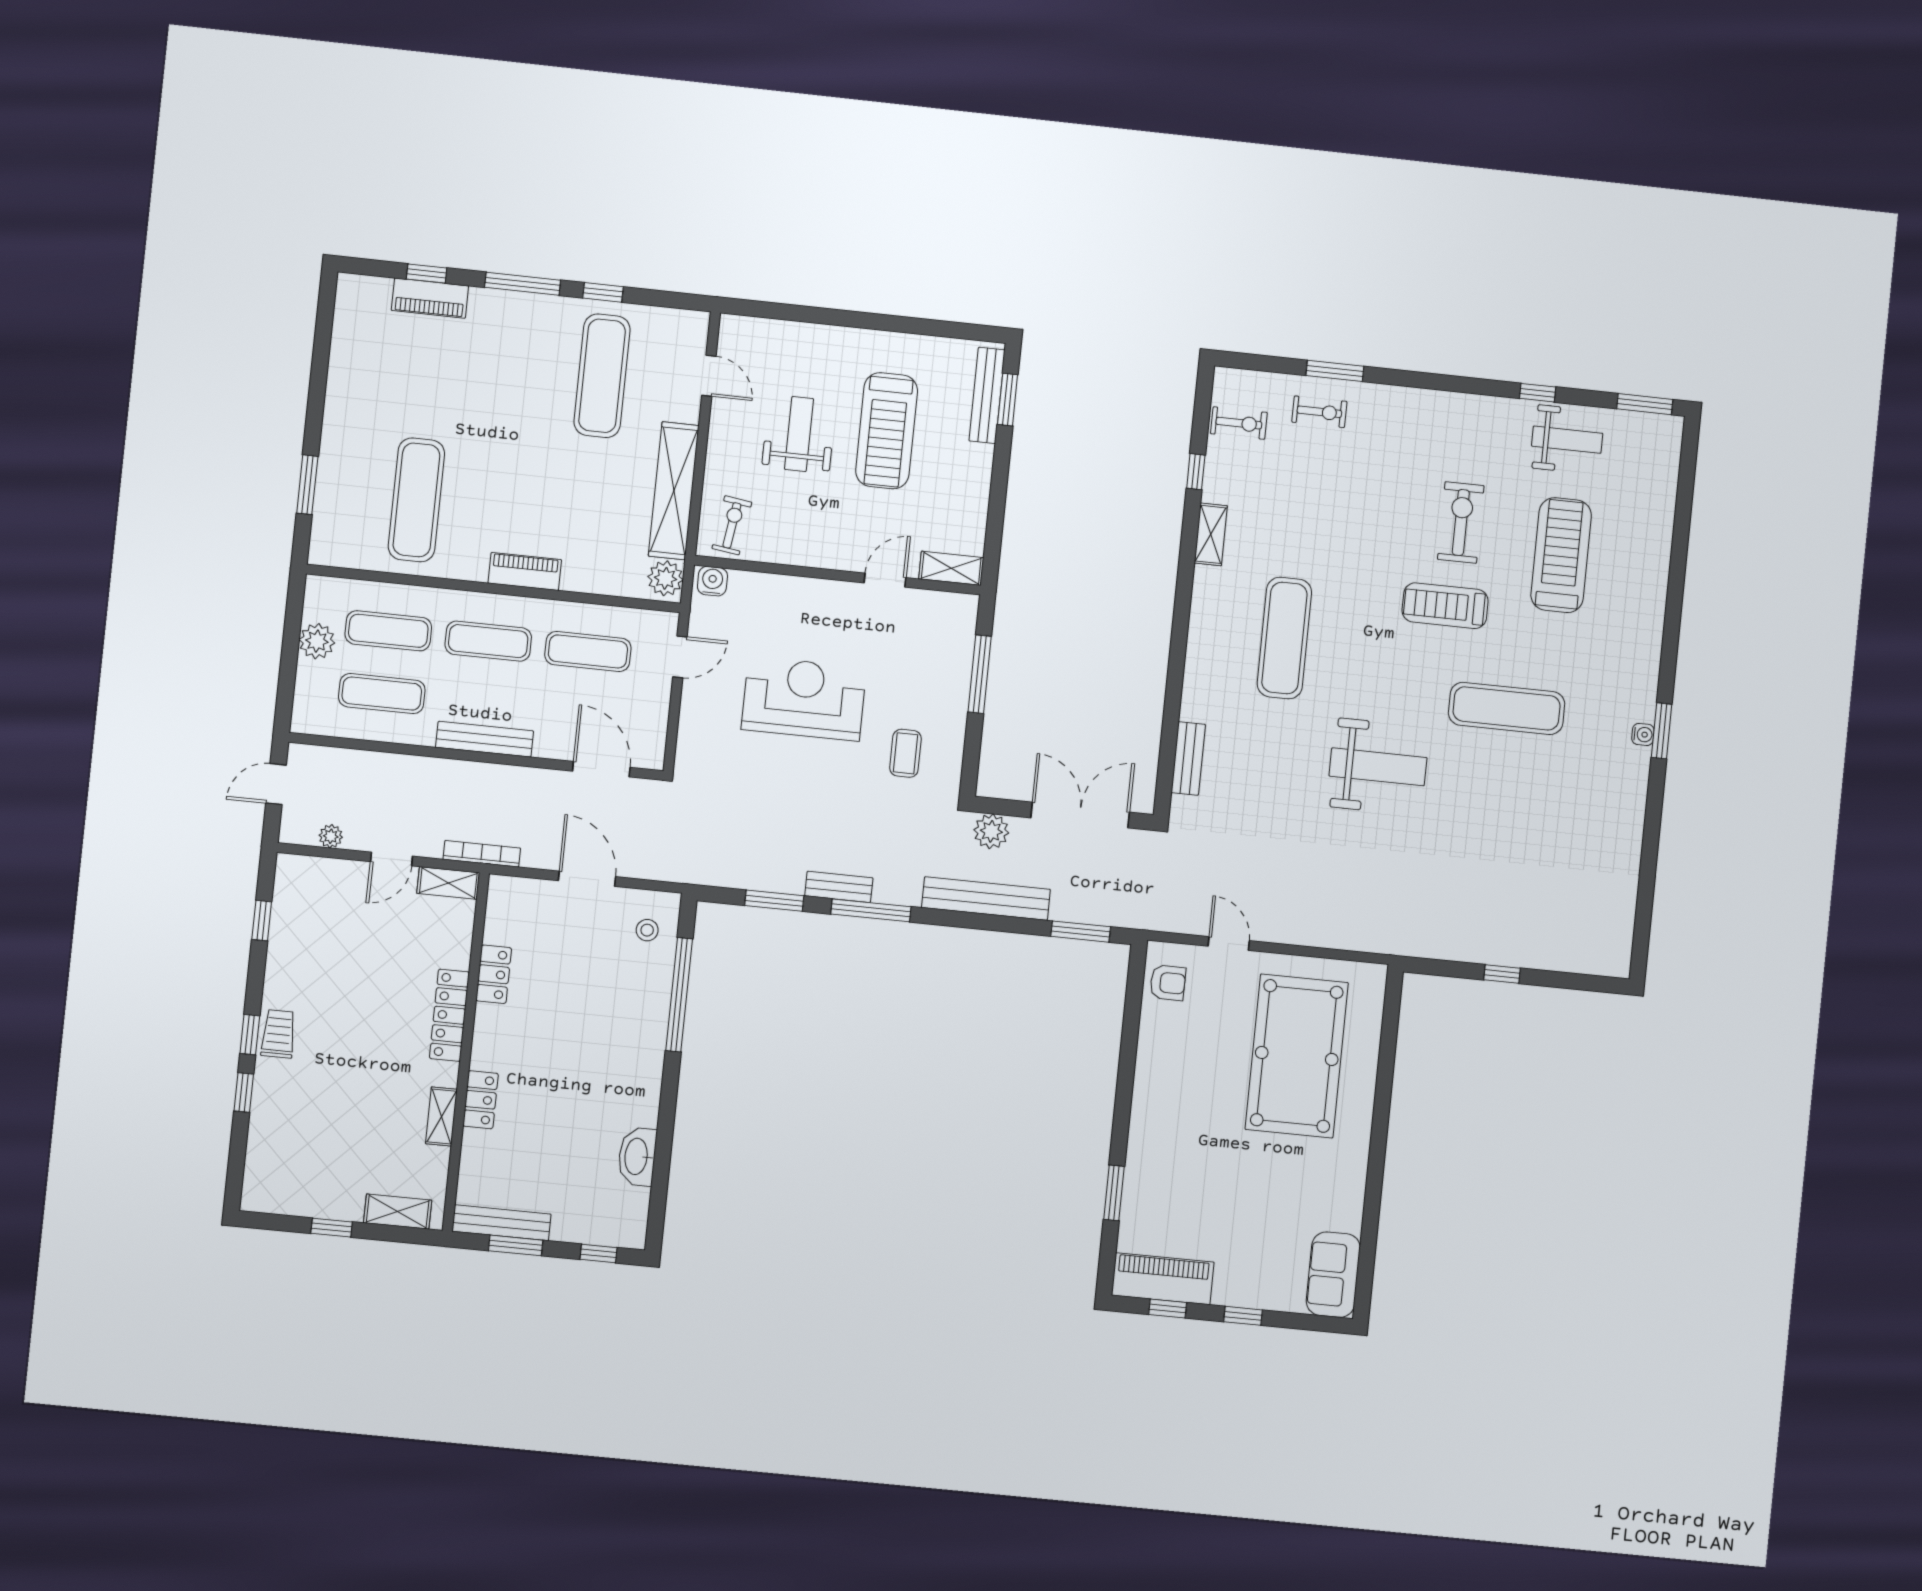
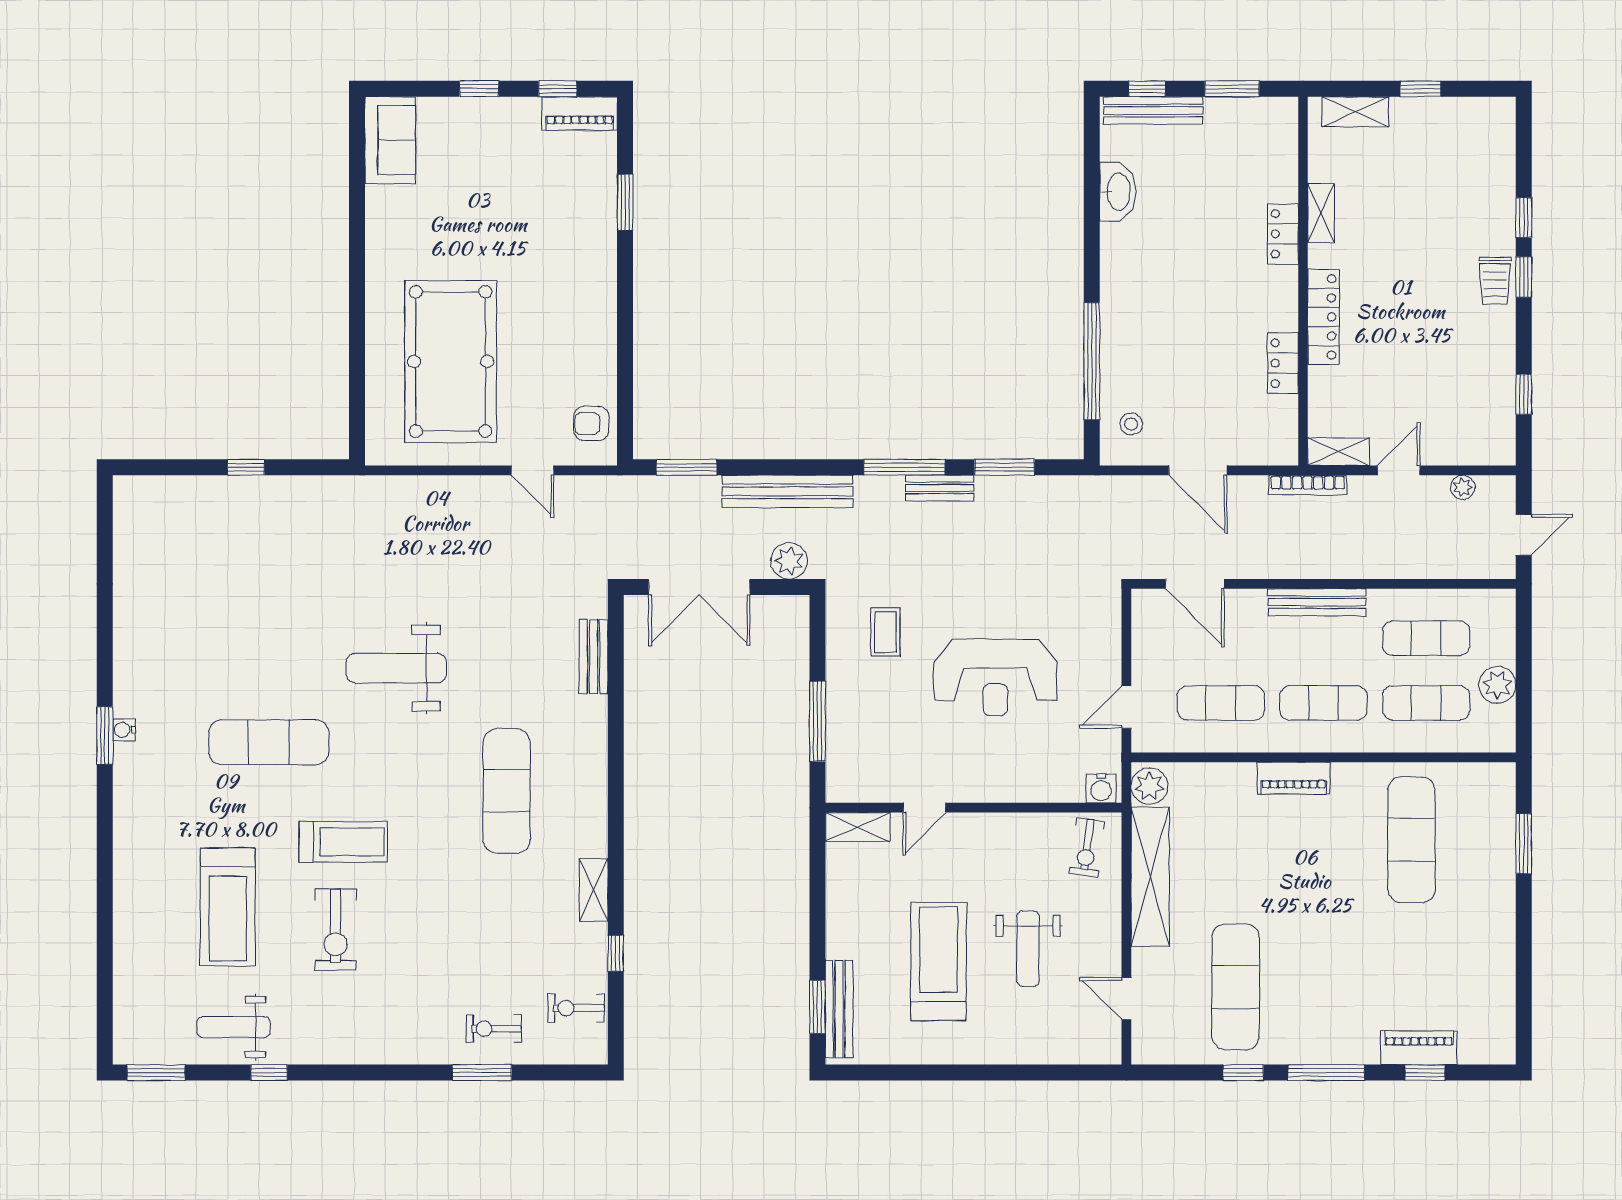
bench: (501, 1223) -> (1153, 111), moved
piano: (1163, 1279) -> (580, 114), width x0.73, depth x0.75

